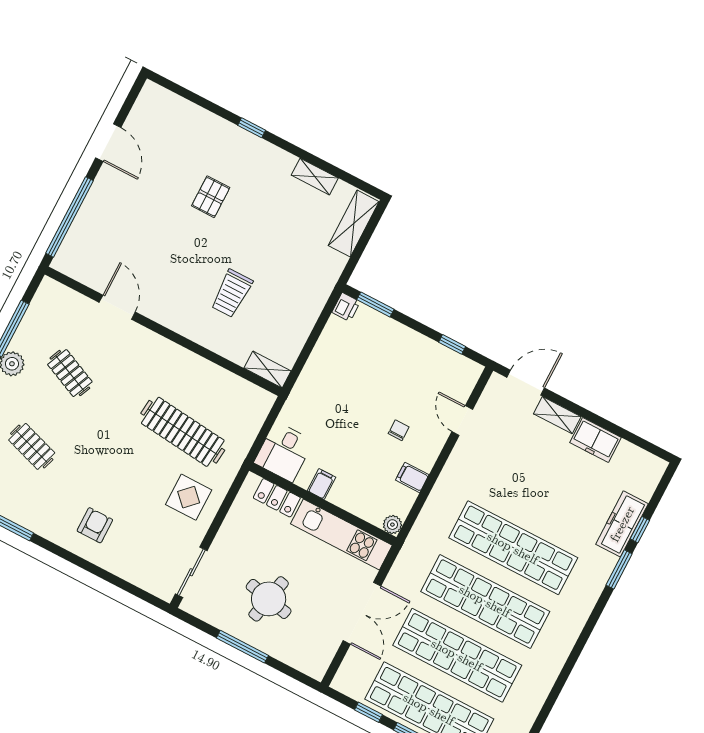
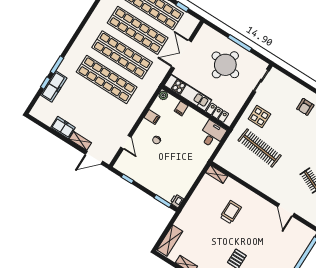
filing cabinet: (322, 484) -> (181, 108), moved
round table: (269, 599) -> (225, 65), width x1.36, depth x1.36

